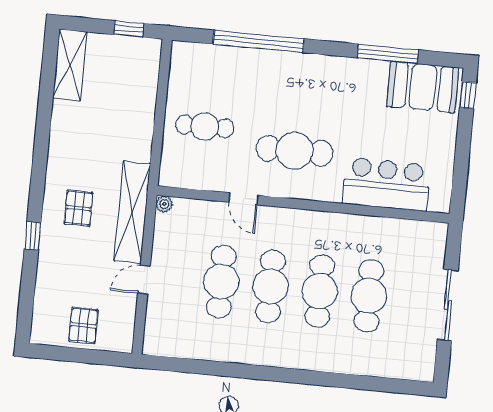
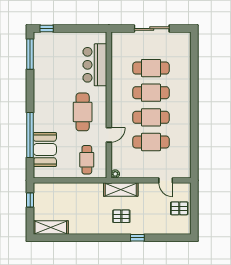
window: (388, 54) -> (30, 54), moved
booth: (423, 87) -> (45, 150), moved
cafe table: (205, 126) -> (87, 160), moved
shelving: (132, 212) -> (121, 189), width x0.68
door: (144, 280) -> (166, 180), moved

